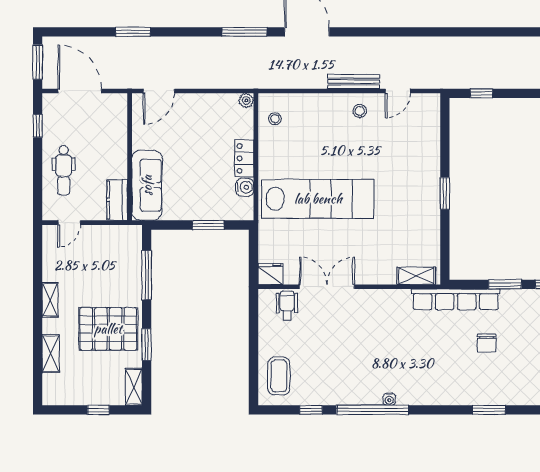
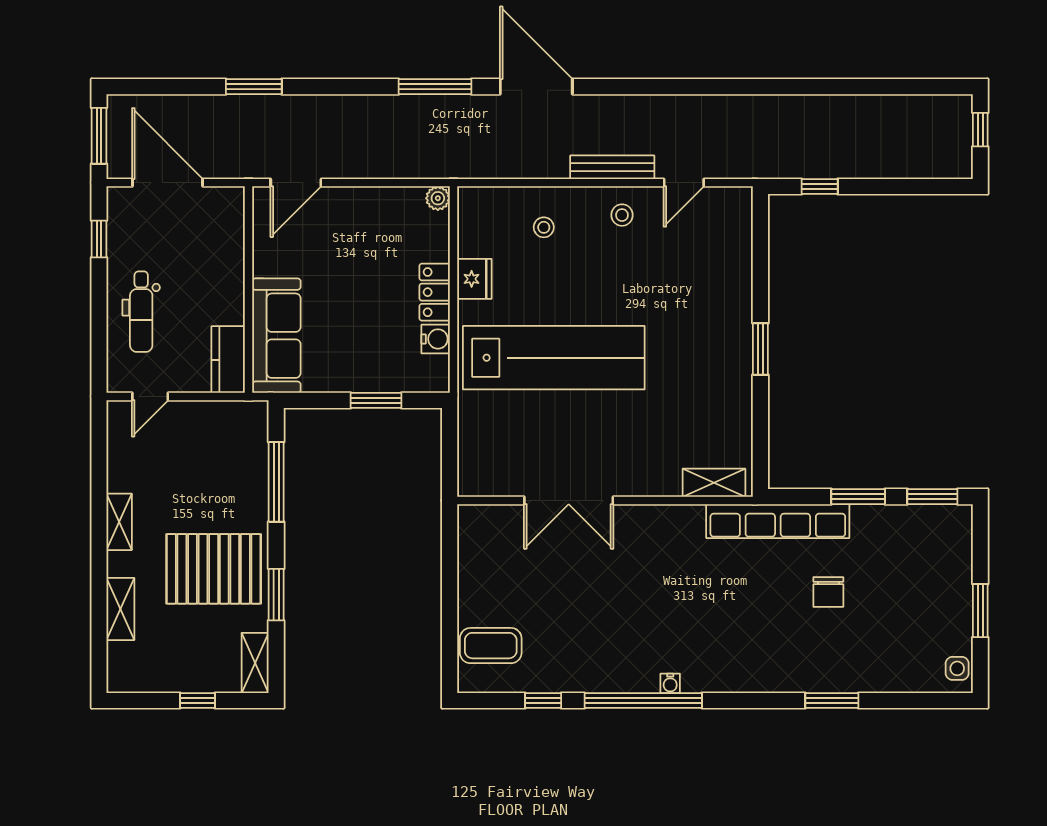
stool: (275, 119) -> (544, 227), moved
fridge: (270, 274) -> (474, 279), moved, turned 90
double door: (327, 287) -> (569, 501), swing flipped
wheelchair: (287, 305) -> (504, 531), removed
coffee table: (279, 376) -> (491, 646), turned 90

